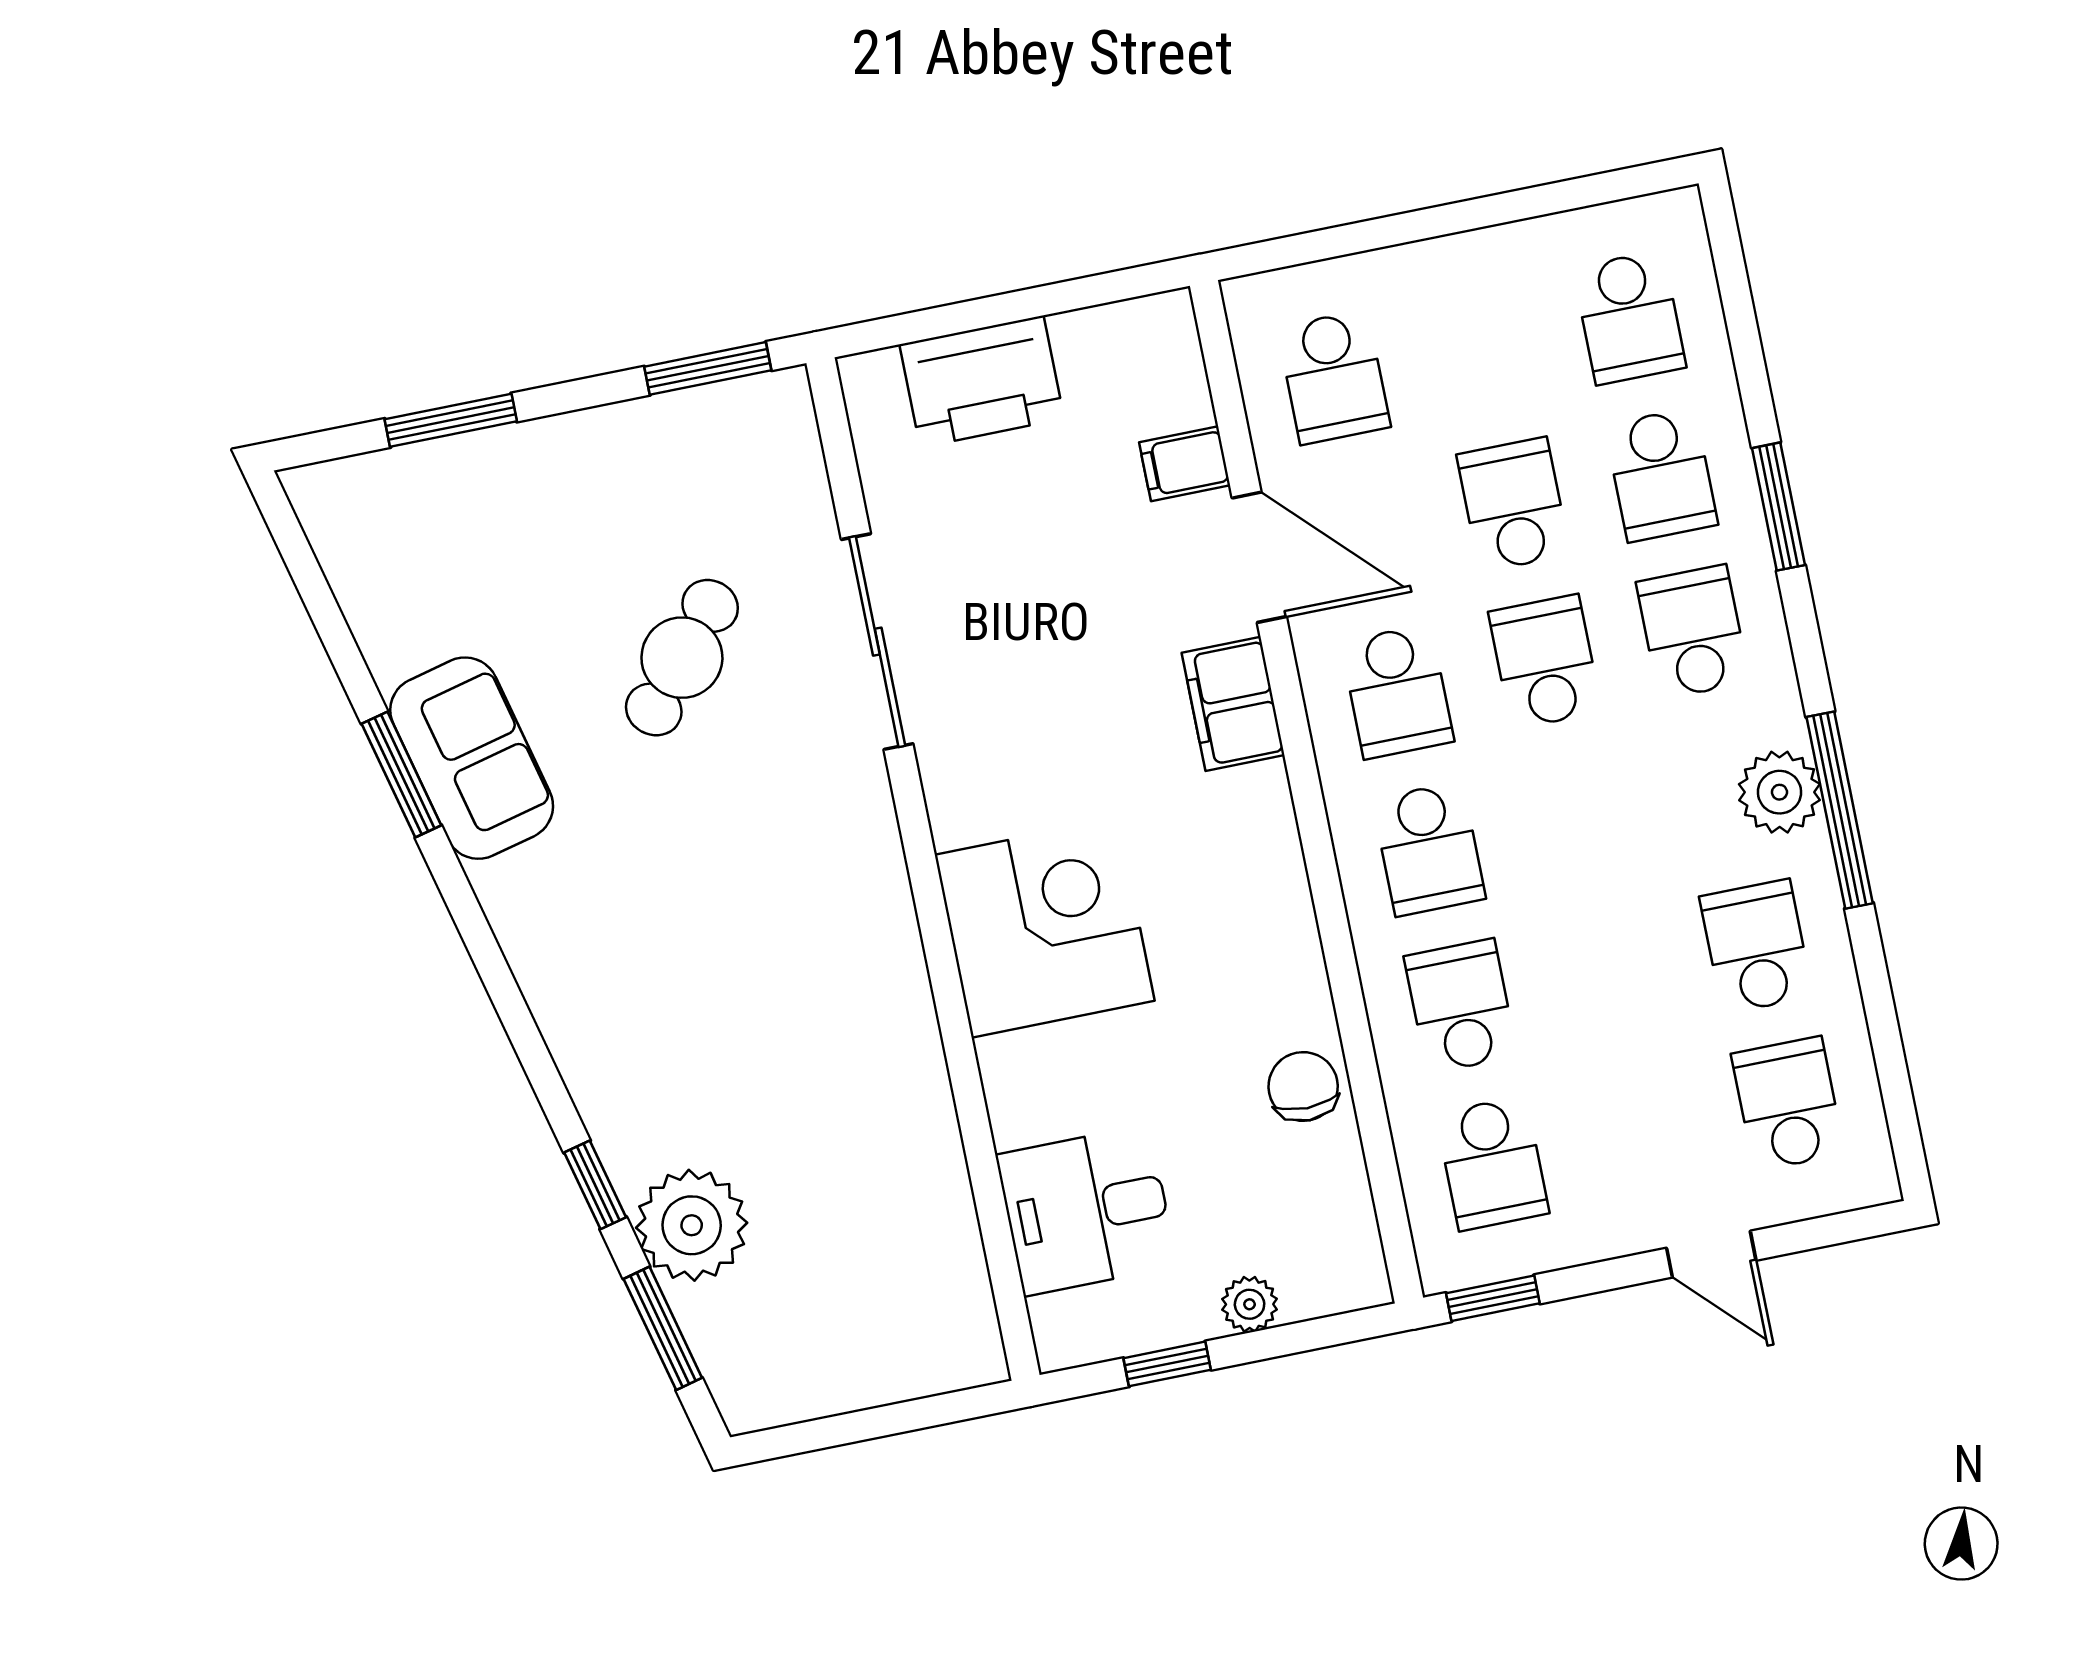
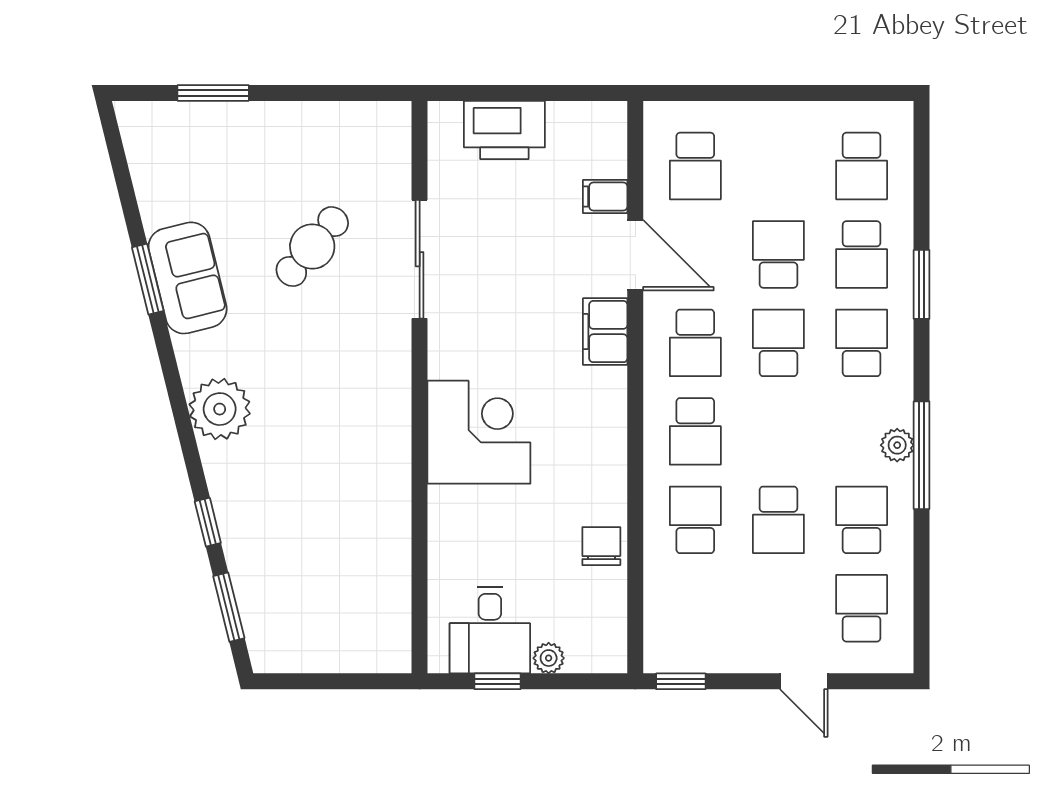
window: (708, 368) -> (358, 93), removed
plant: (1779, 792) -> (897, 445), width x0.73, depth x0.73
school desk: (1492, 1163) -> (778, 520), moved
desk: (1086, 1210) -> (490, 630), moved, turned -90
plant: (692, 1225) -> (220, 409), moved

